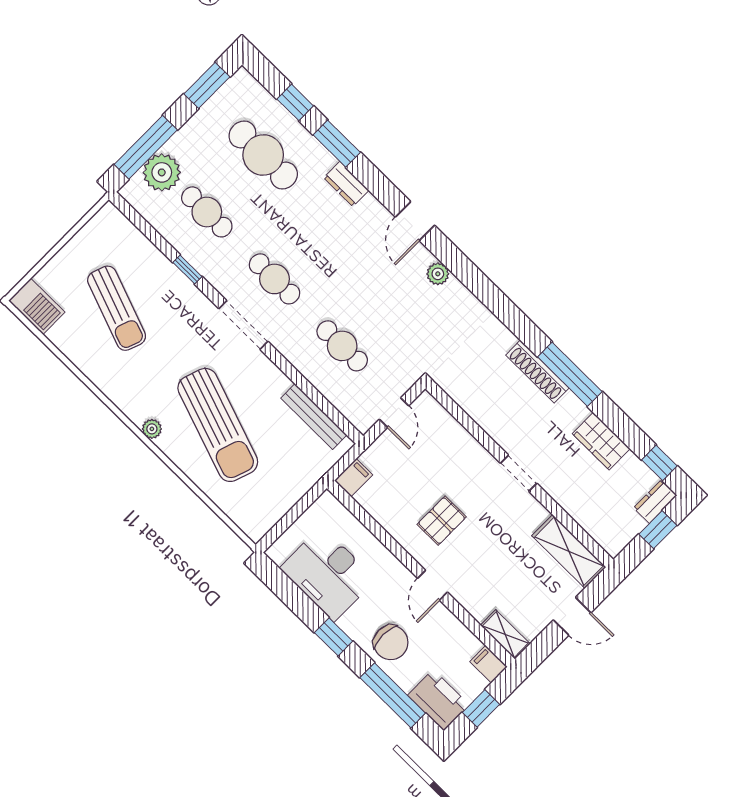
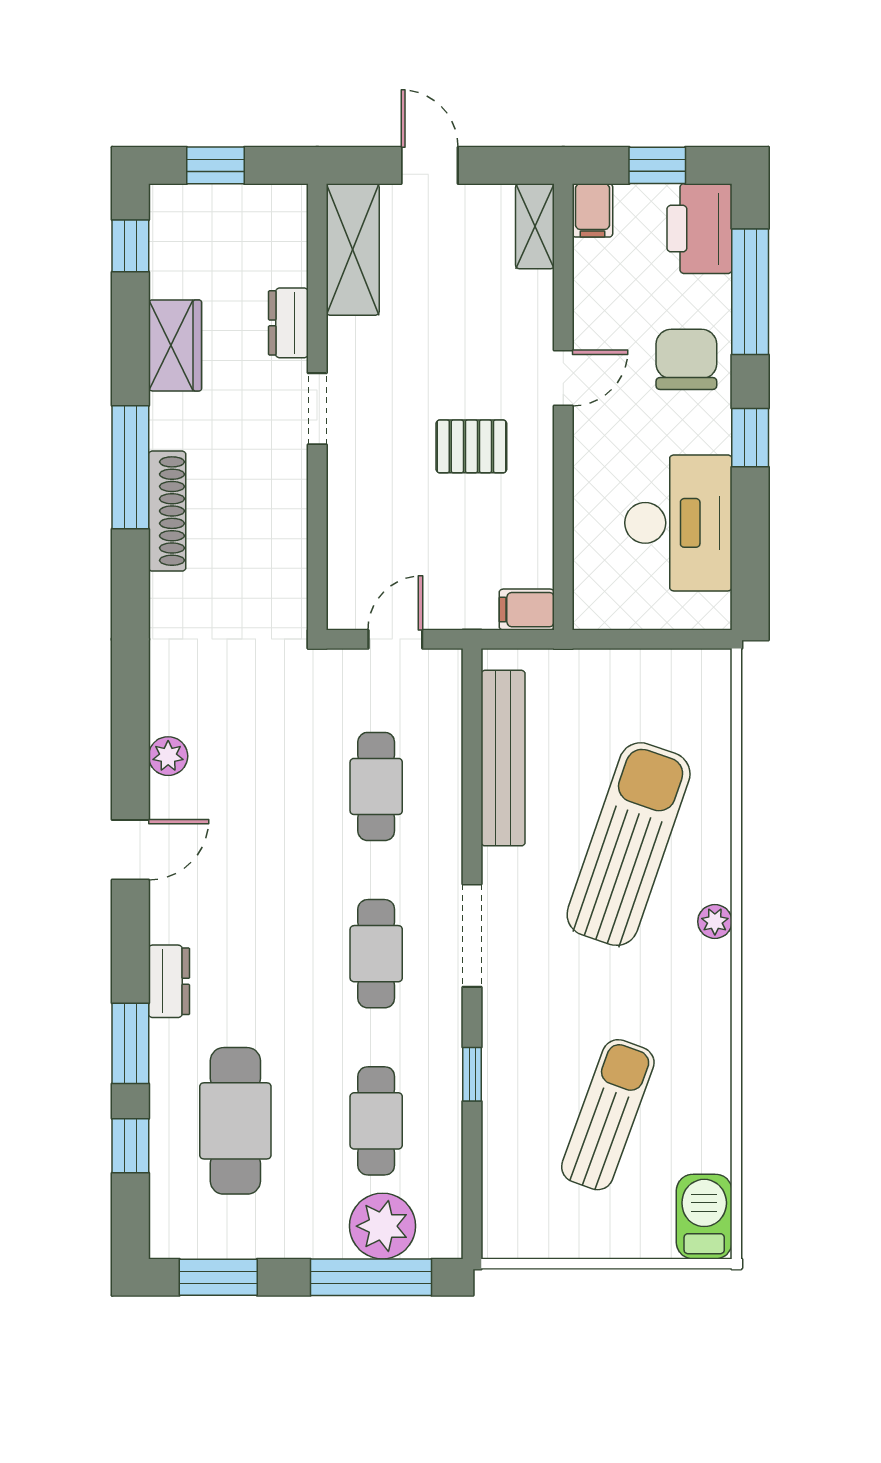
bench: (314, 417) -> (503, 758), width x1.37, depth x1.21
dresser: (655, 502) -> (288, 323), moved, turned 90

